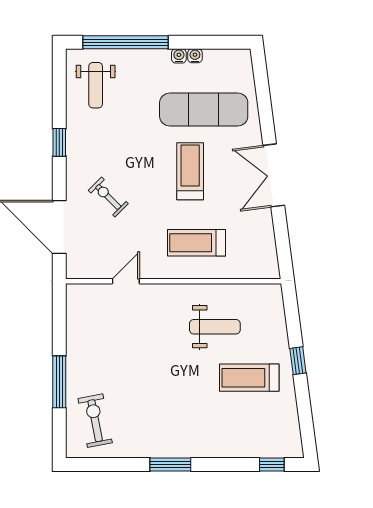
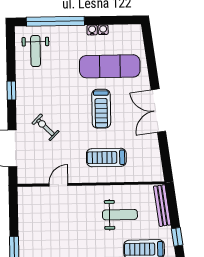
treadmill: (190, 171) -> (101, 109), turned 180
bench: (277, 314) -> (162, 206), added

